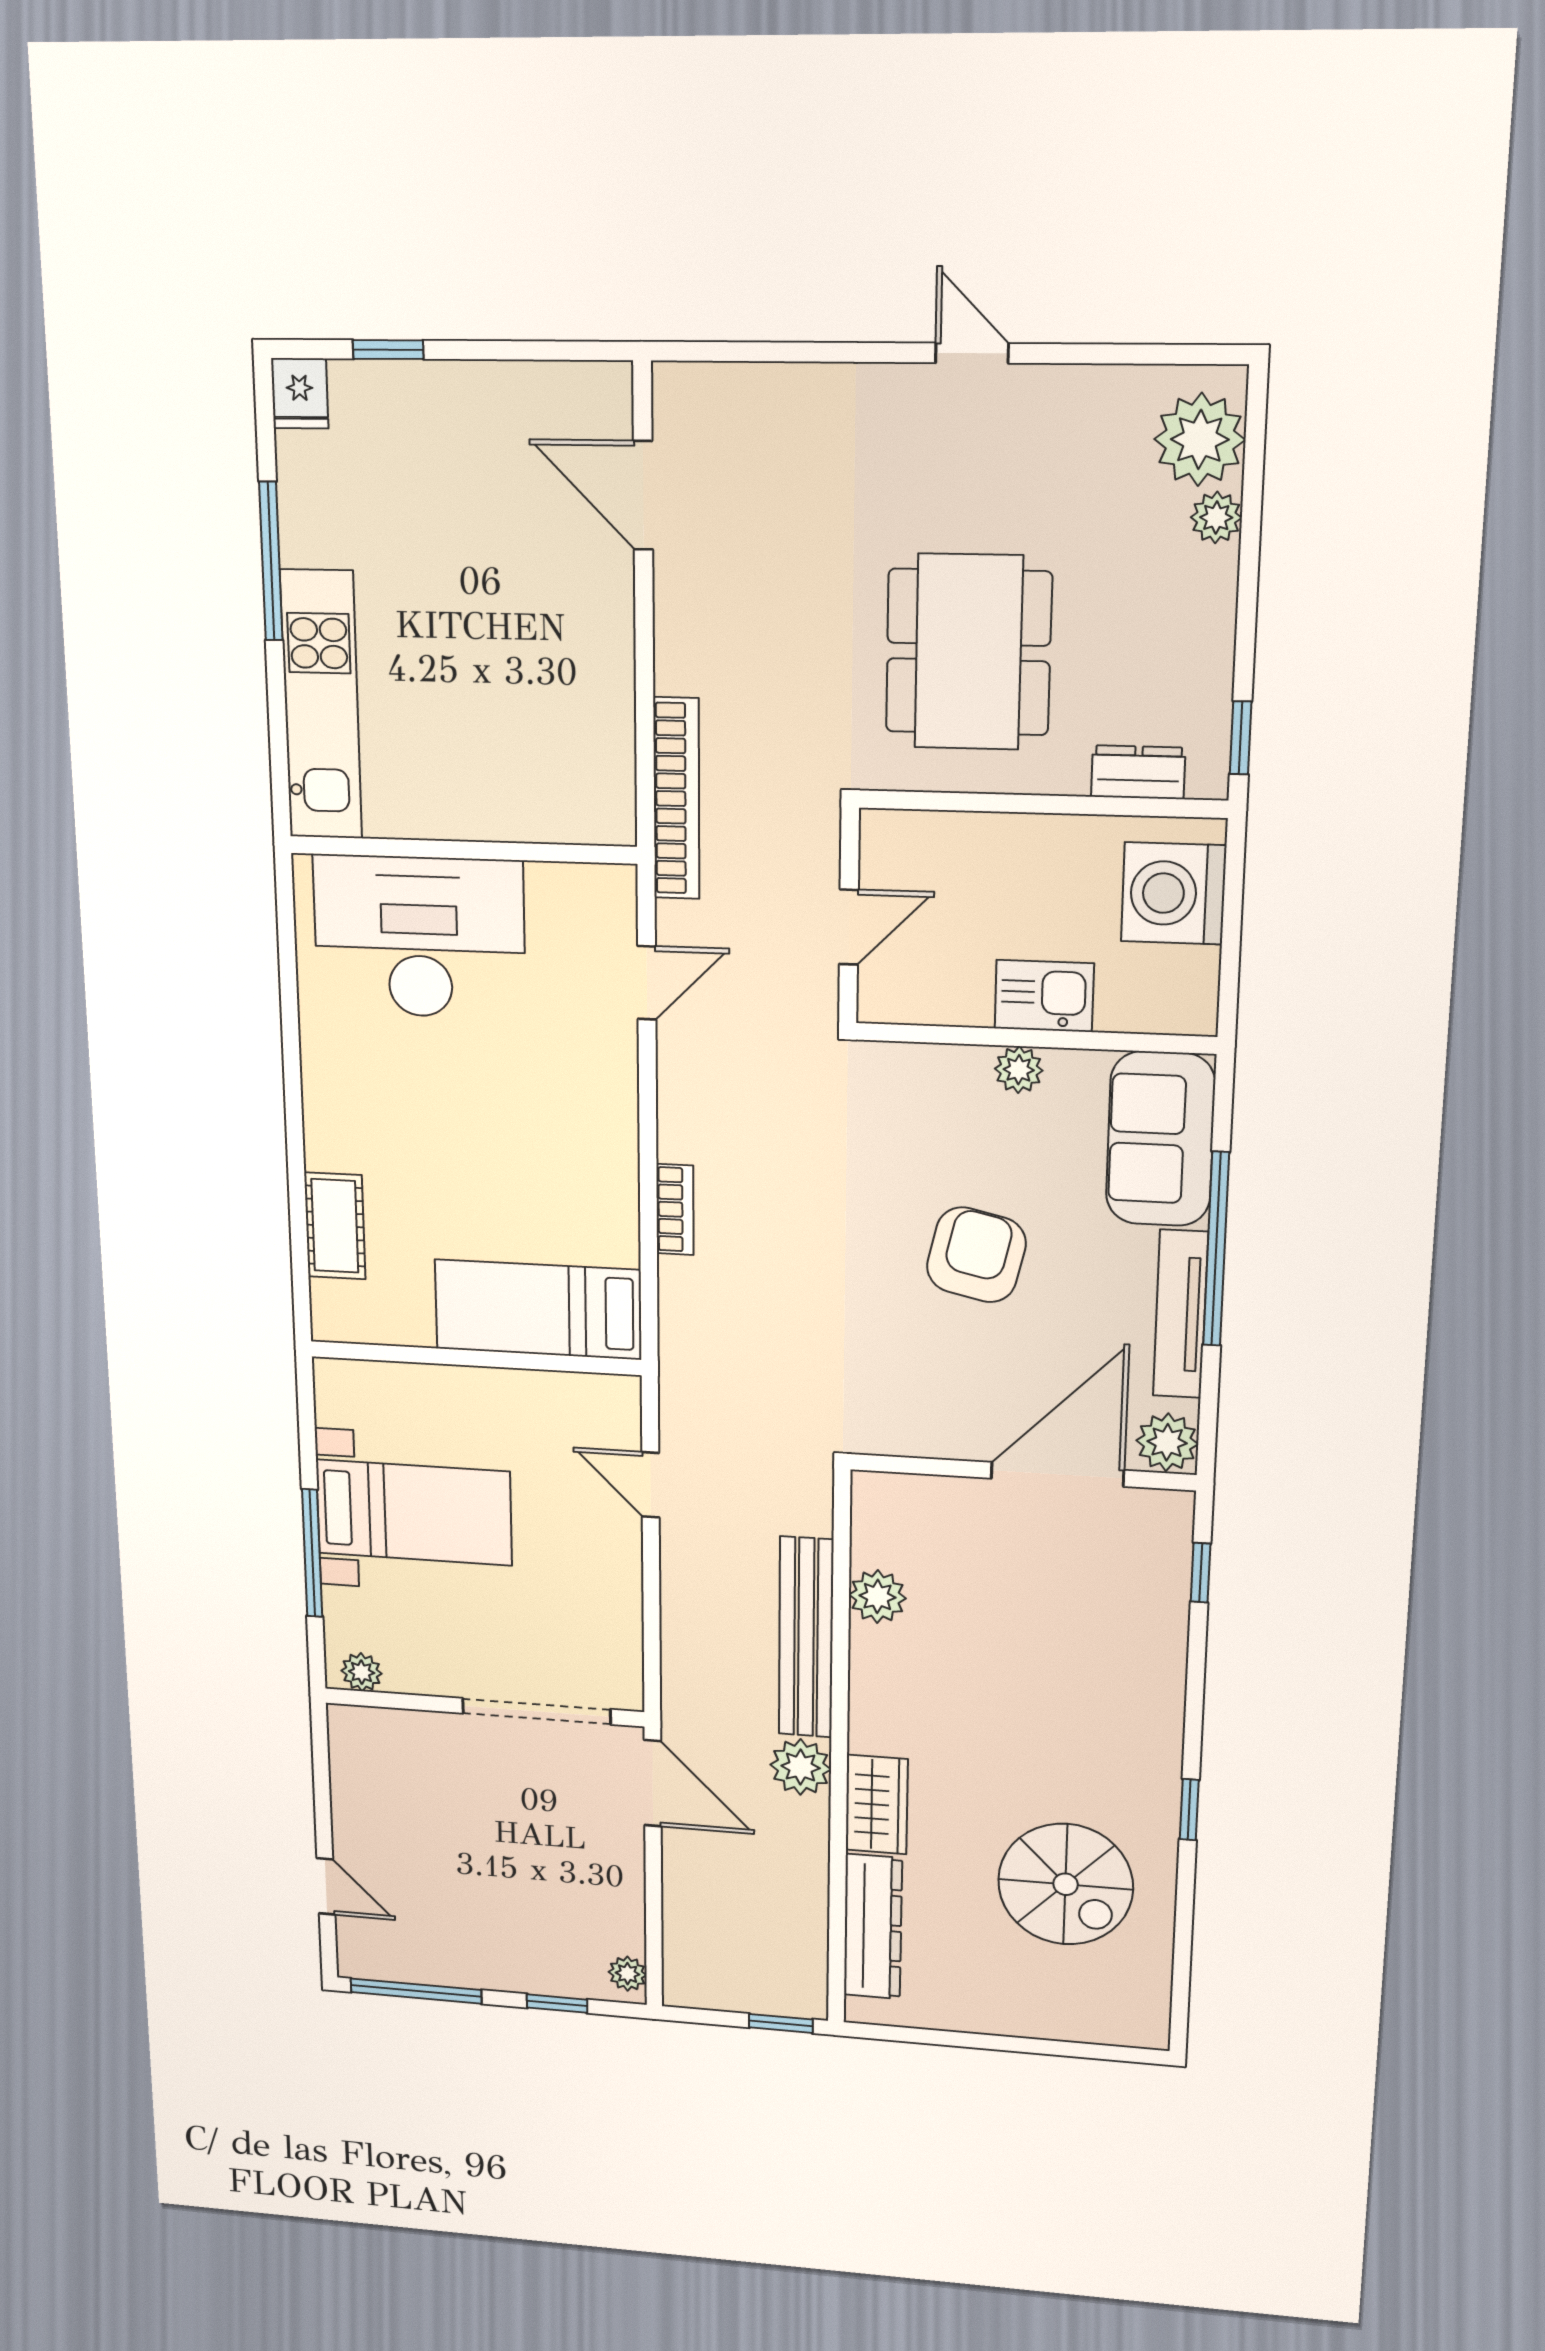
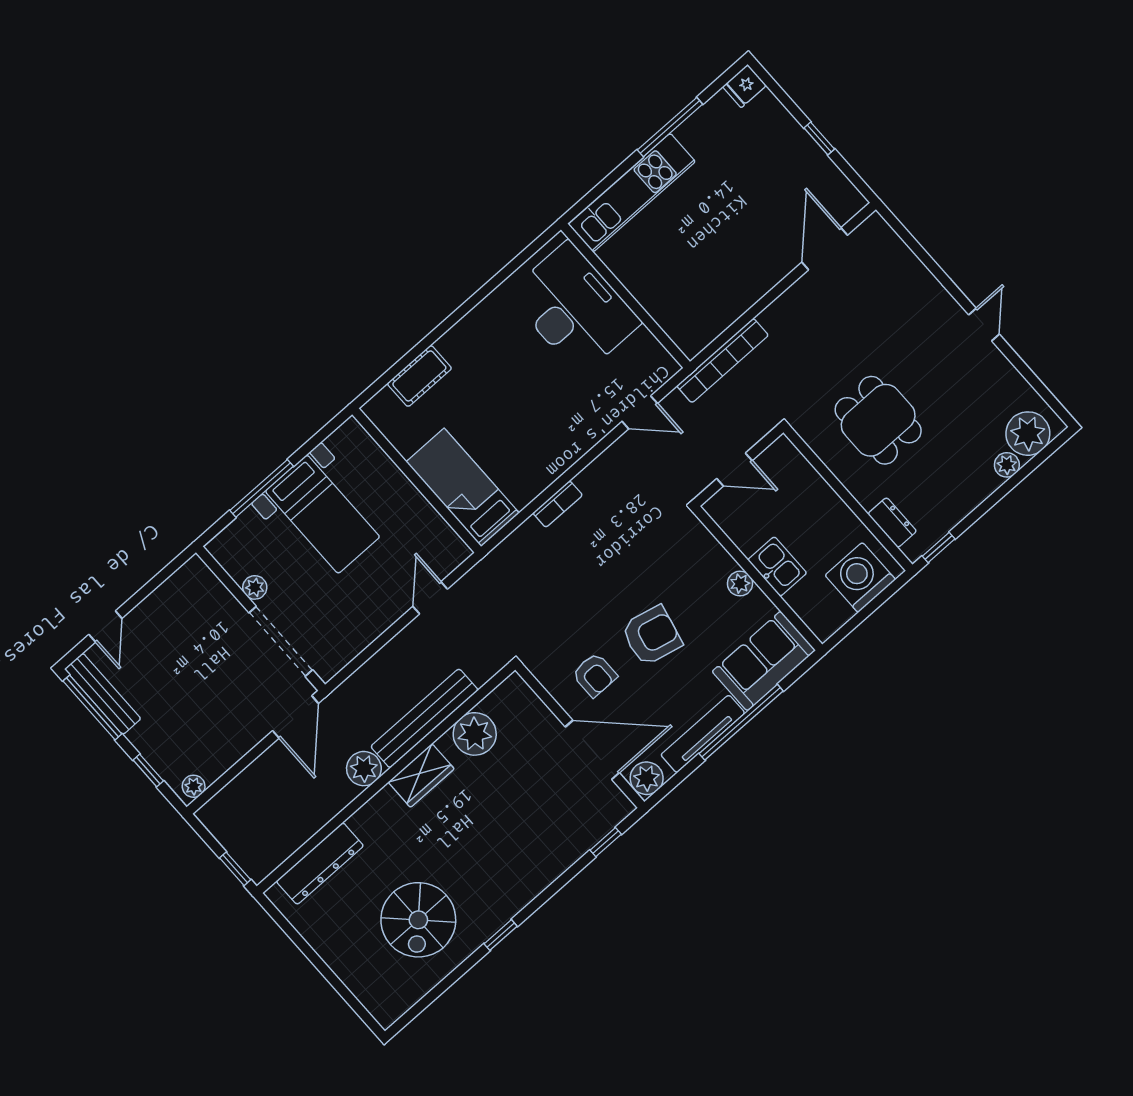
window: (388, 350) -> (819, 139), moved
dining table: (968, 652) -> (878, 420), width x0.73
armchair: (958, 1378) -> (595, 675), added
plant: (878, 1597) -> (475, 734), width x1.36, depth x1.36
plant: (362, 1672) -> (255, 587), moved
wardrobe: (877, 1805) -> (421, 775), moved
bench: (410, 1965) -> (103, 694), added

